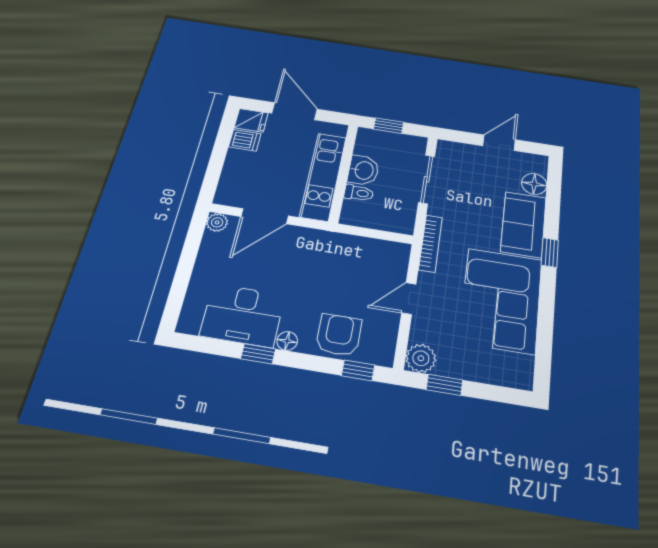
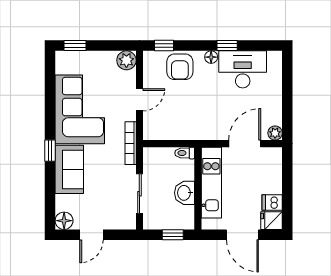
floor lamp: (534, 184) -> (64, 221), moved
toilet: (359, 193) -> (185, 153), moved
window: (445, 385) -> (75, 46), moved

